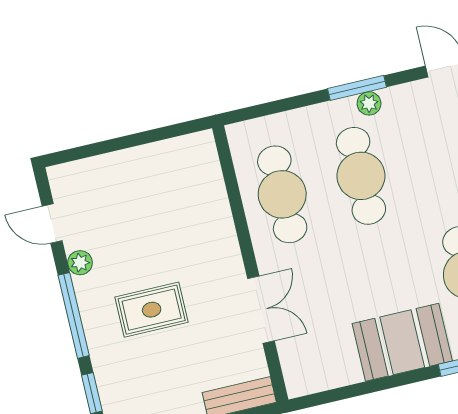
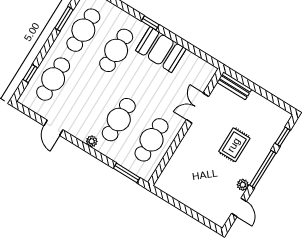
window: (357, 88) -> (127, 173), moved
rug: (152, 310) -> (234, 145), turned 90

